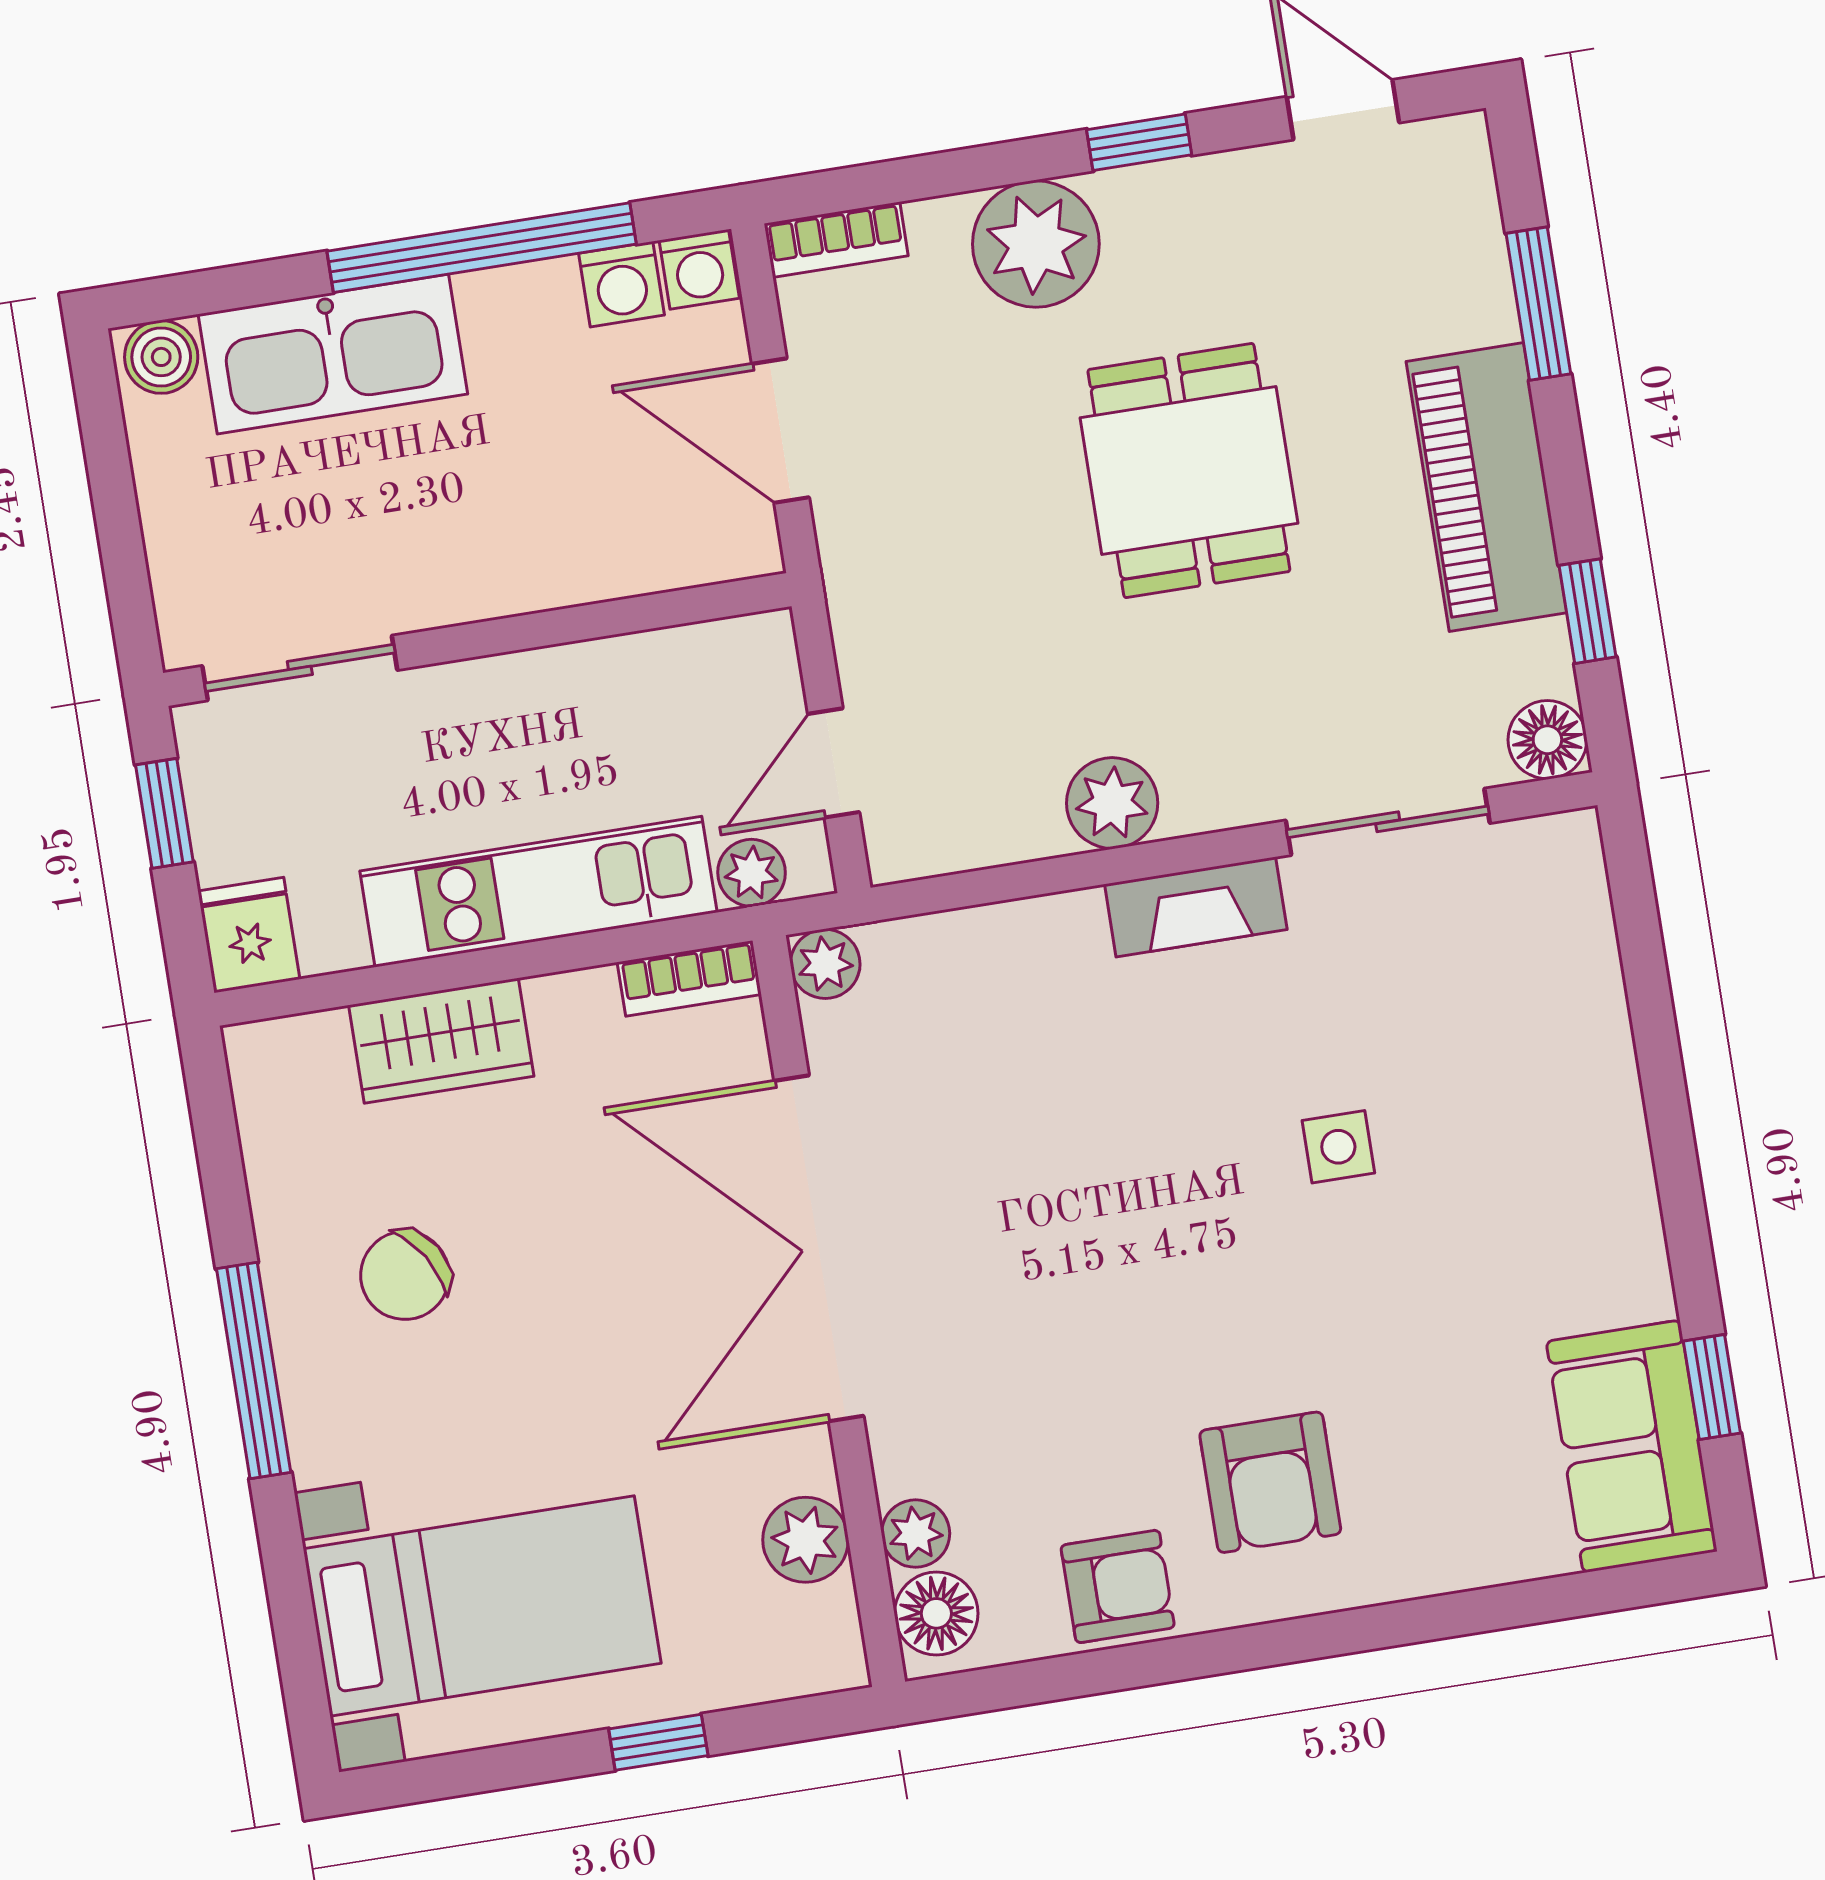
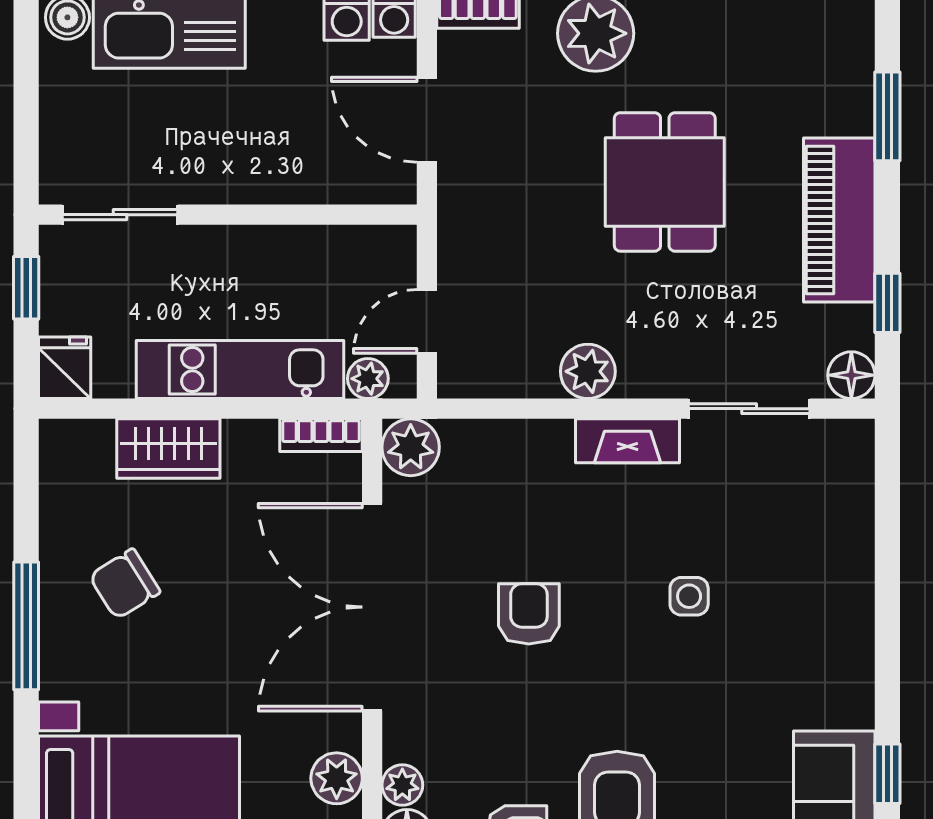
plant: (825, 964) -> (411, 447), width x1.38, depth x1.38
armchair: (1079, 1218) -> (529, 614), added

